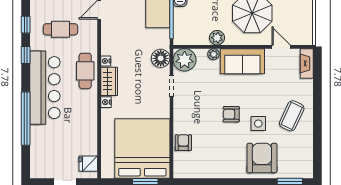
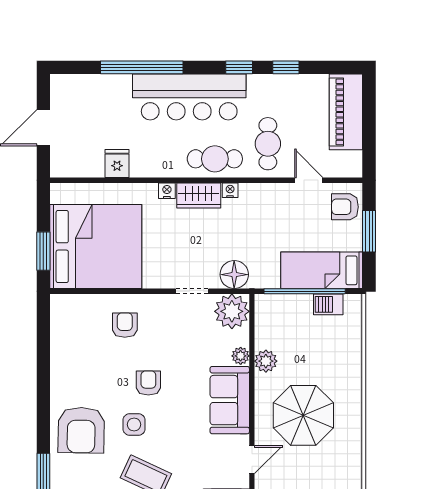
cafe table: (60, 29) -> (268, 144), moved
armchair: (183, 143) -> (125, 325), moved, turned -90
armchair: (262, 158) -> (81, 430), turned 91
fridge: (88, 164) -> (117, 163), moved

